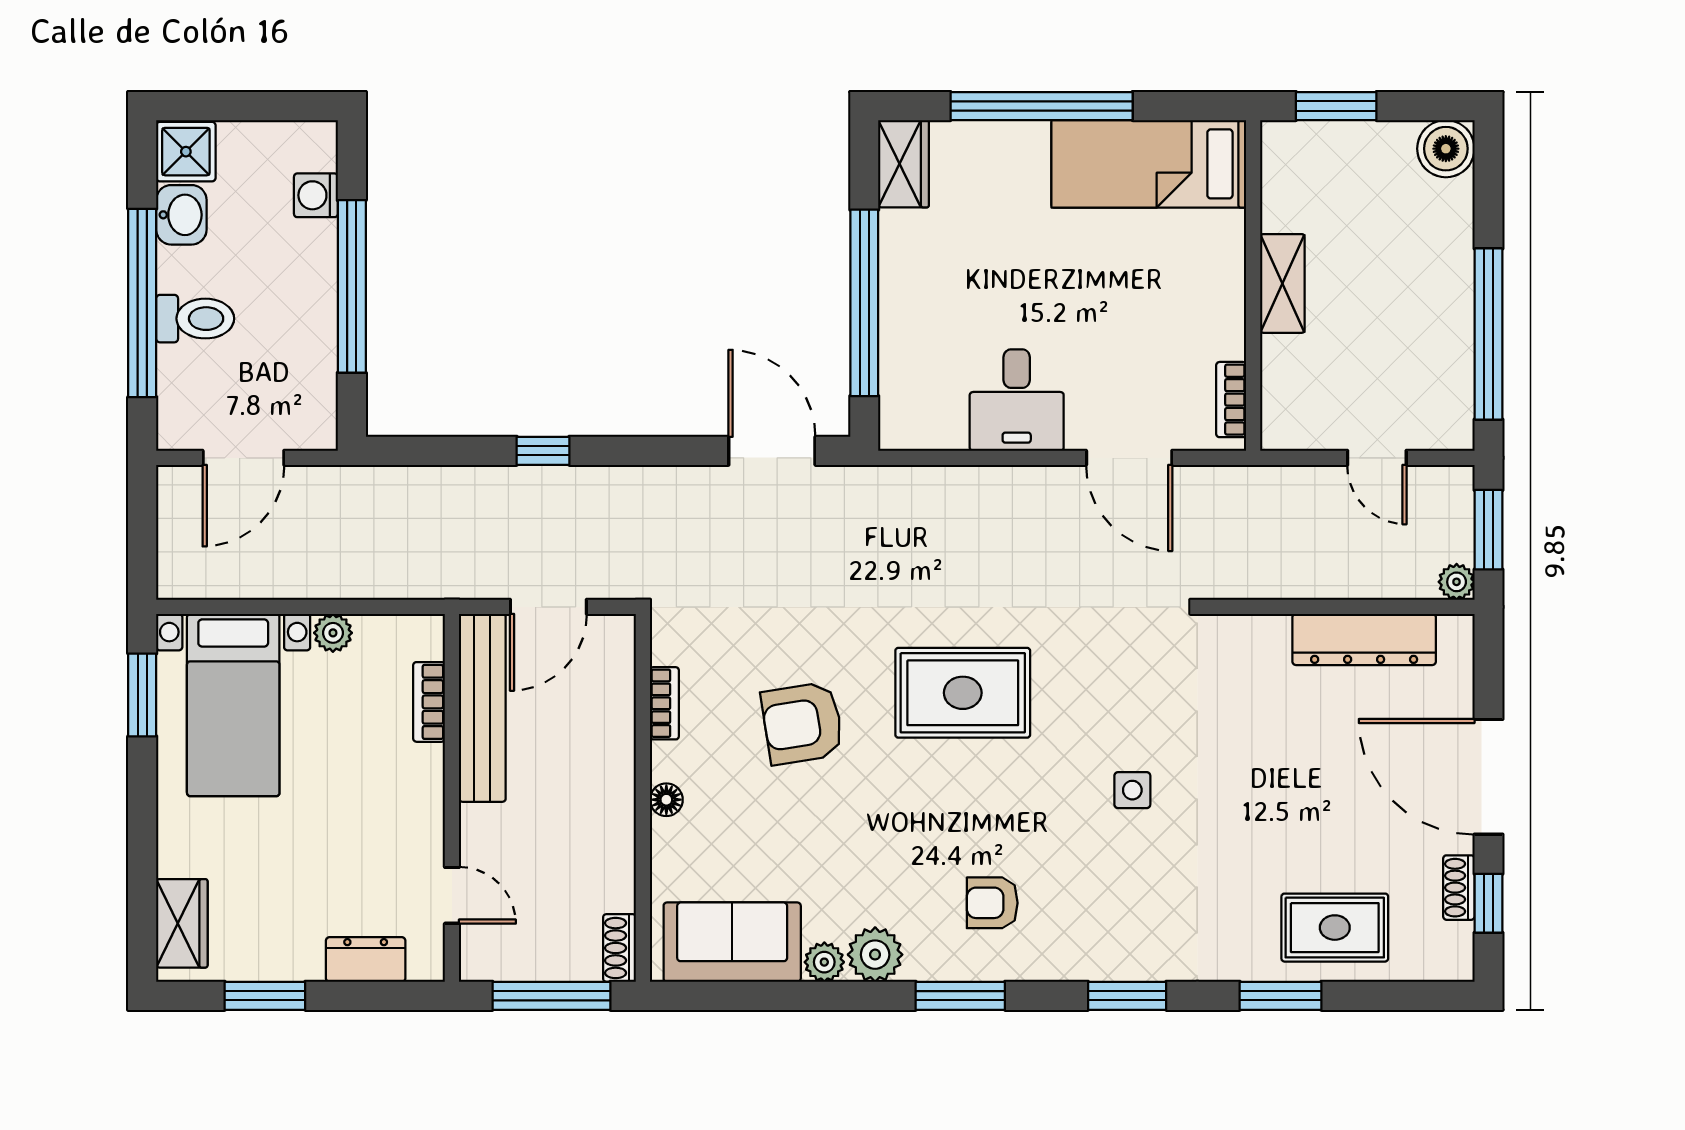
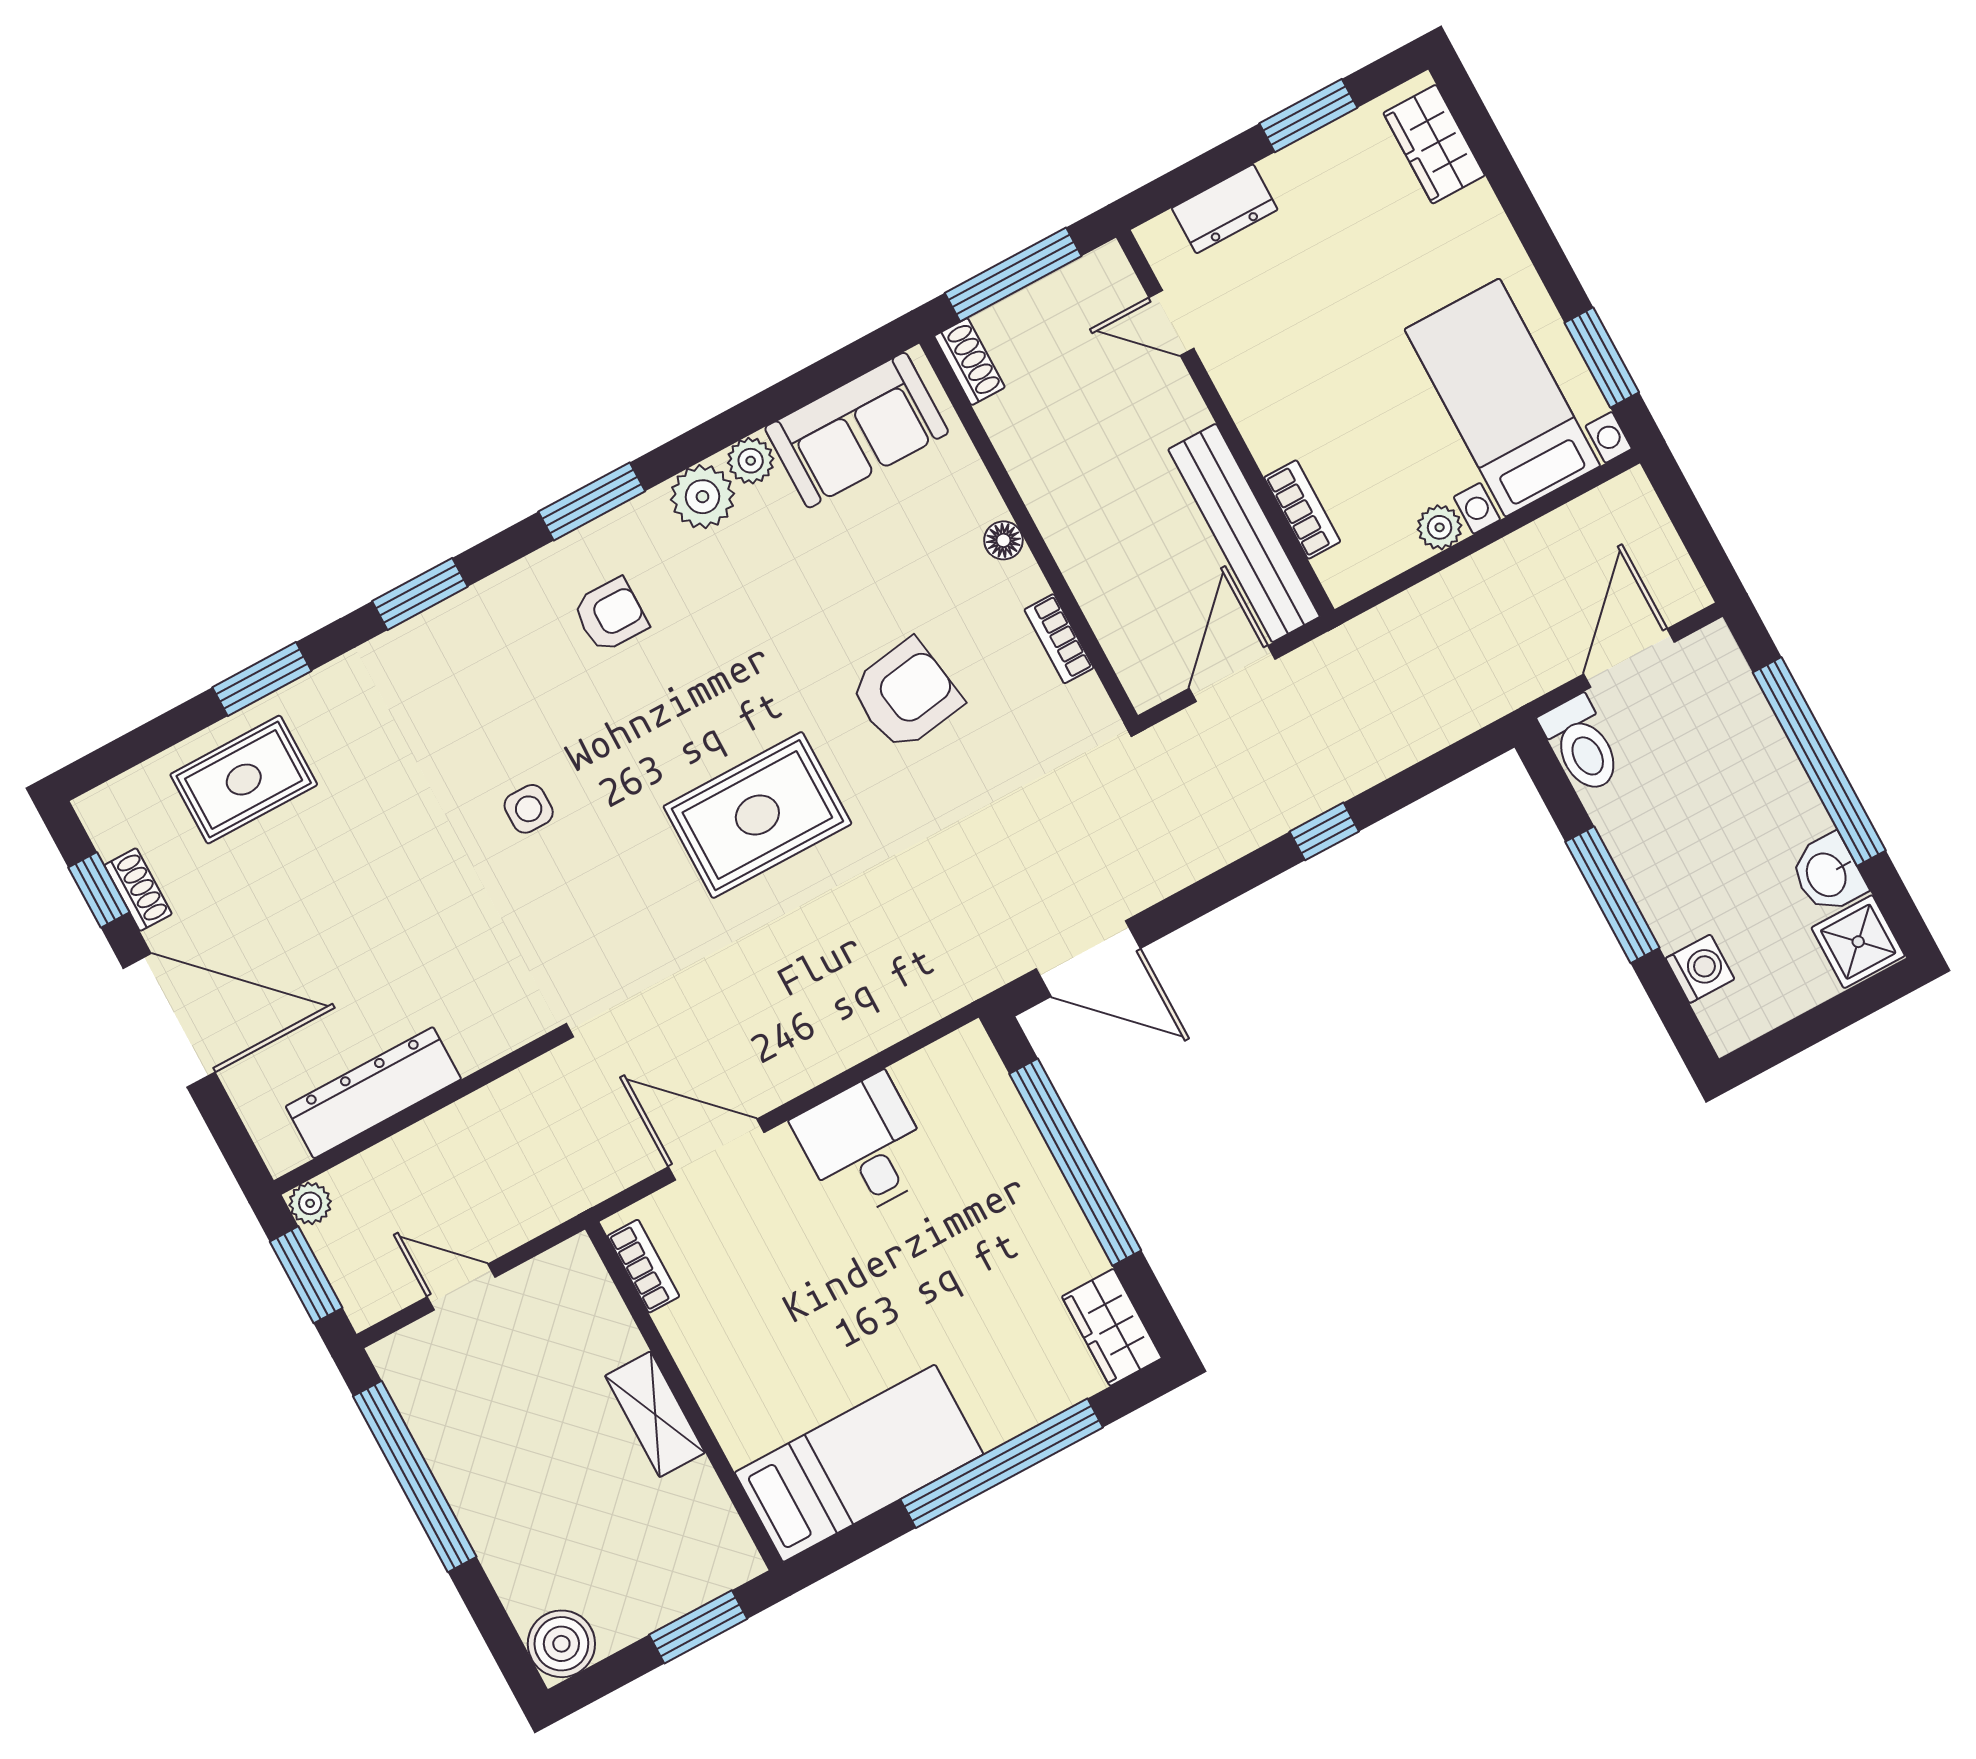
window: (352, 286) -> (1612, 895), width x0.68
toilet: (195, 319) -> (1582, 745), moved, turned -90

